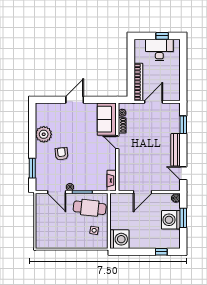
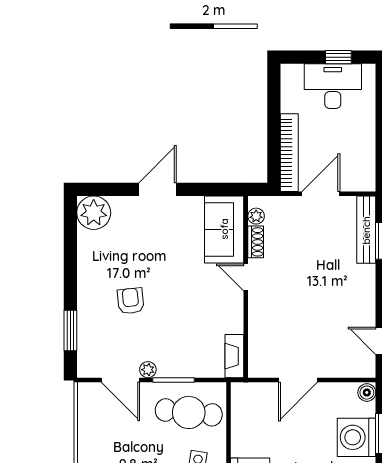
plant: (44, 134) -> (94, 213), moved
bench: (176, 150) -> (366, 230), moved

